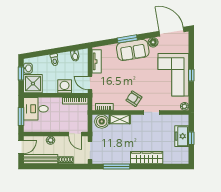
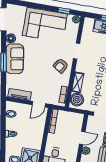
window: (191, 75) -> (64, 11), moved
washing machine: (65, 86) -> (38, 129), removed
door: (75, 134) -> (82, 138), moved

